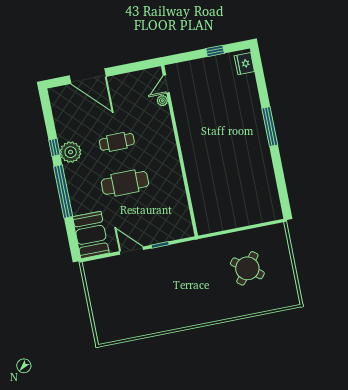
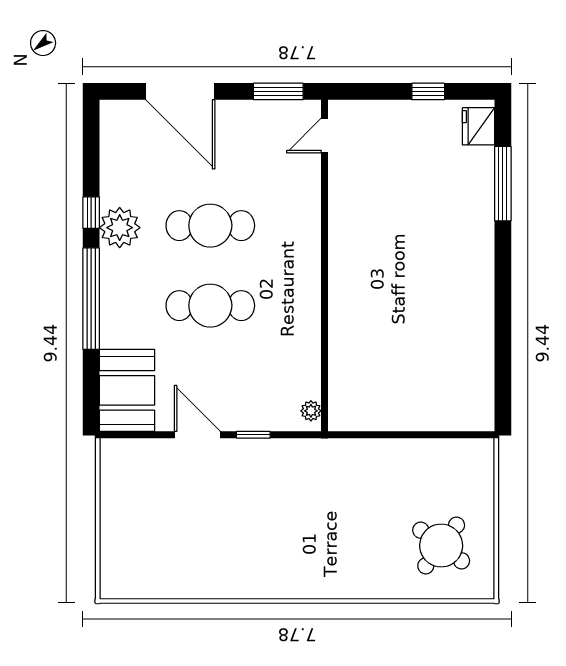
window: (138, 66) -> (278, 91), added
plant: (162, 101) -> (311, 411), moved
window: (270, 127) -> (503, 184), moved
cafe table: (117, 142) -> (210, 226), width x1.37, depth x1.35
round table: (247, 268) -> (441, 545), moved

